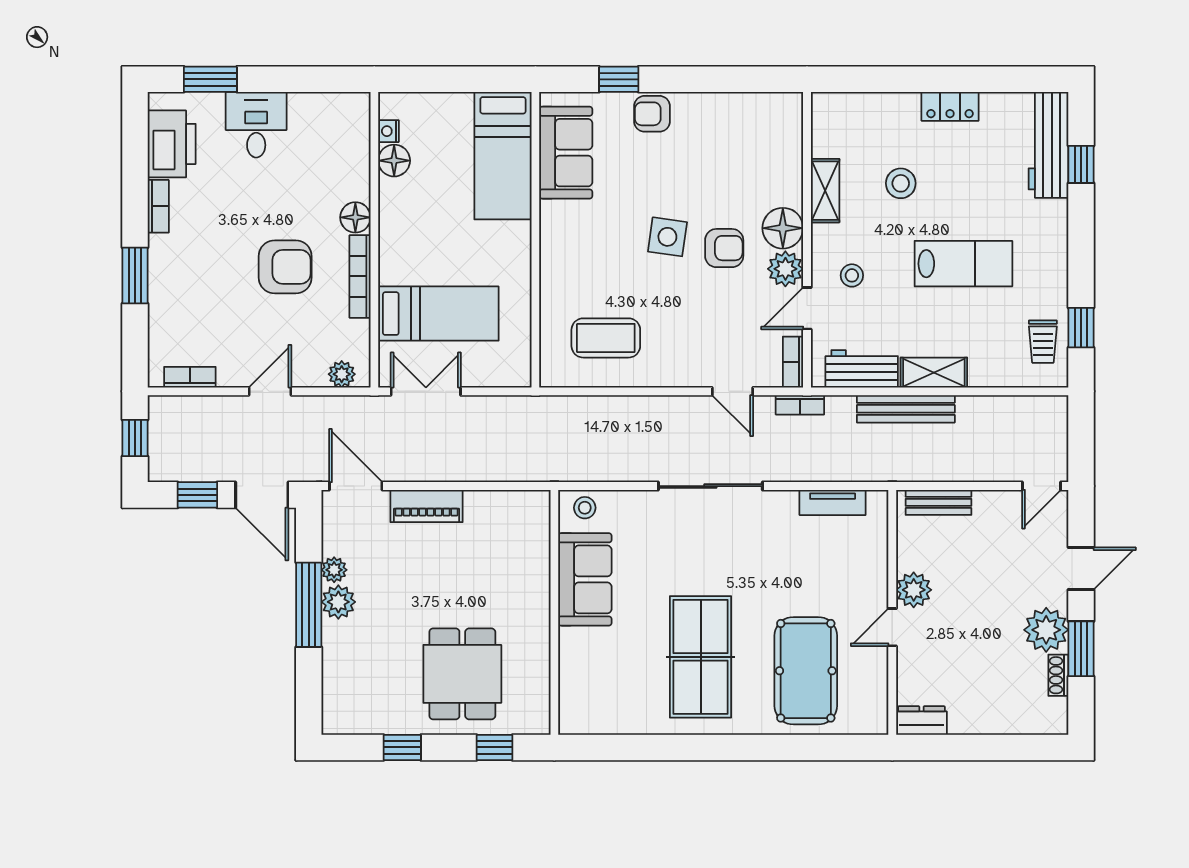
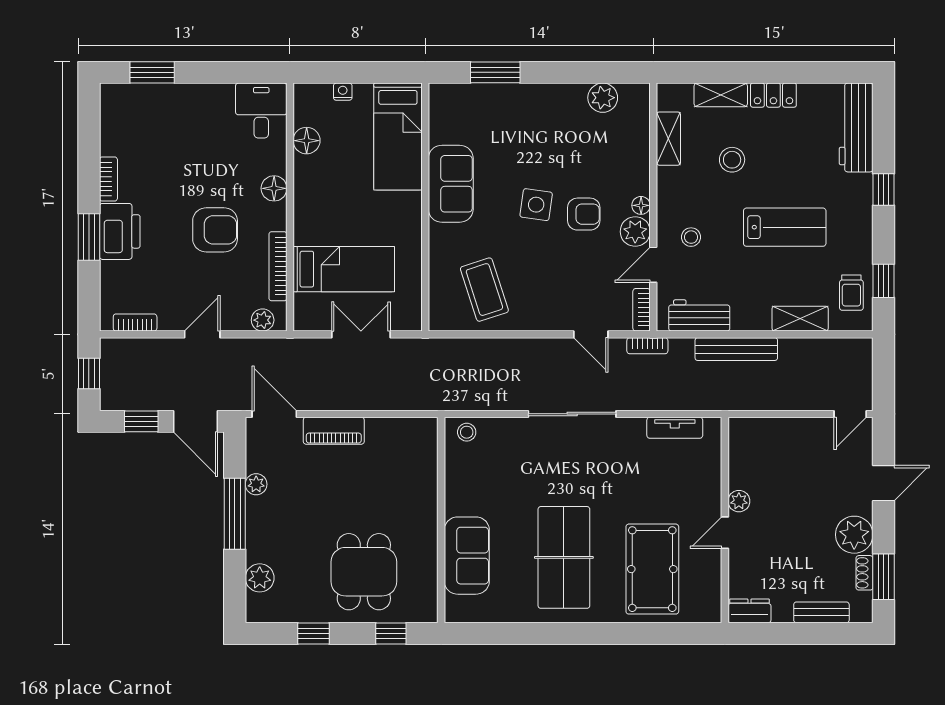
window: (619, 79) -> (495, 72), width x1.50
shelving: (887, 106) -> (721, 95), added
plant: (747, 110) -> (603, 98), added
armchair: (652, 114) -> (523, 101), removed
desk: (256, 125) -> (261, 111), moved
nightstand: (388, 131) -> (343, 92), moved, turned 90
printer: (172, 144) -> (120, 231), moved
sofa: (566, 153) -> (451, 184), moved
window: (1081, 164) -> (883, 190), moved
shelving: (825, 191) -> (668, 139), moved
floor lamp: (783, 228) -> (641, 205), width x0.53, depth x0.53
bookcase: (360, 276) -> (278, 266), moved
coffee table: (606, 338) -> (484, 290), turned 72
shelving: (934, 373) -> (800, 319), moved
double door: (426, 391) -> (361, 334), moved
bench: (939, 502) -> (821, 612), moved
sofa: (585, 579) -> (467, 556), moved
plant: (914, 590) -> (739, 501), width x0.73, depth x0.73
plant: (338, 602) -> (260, 578), moved
window: (1081, 649) -> (883, 577), moved

